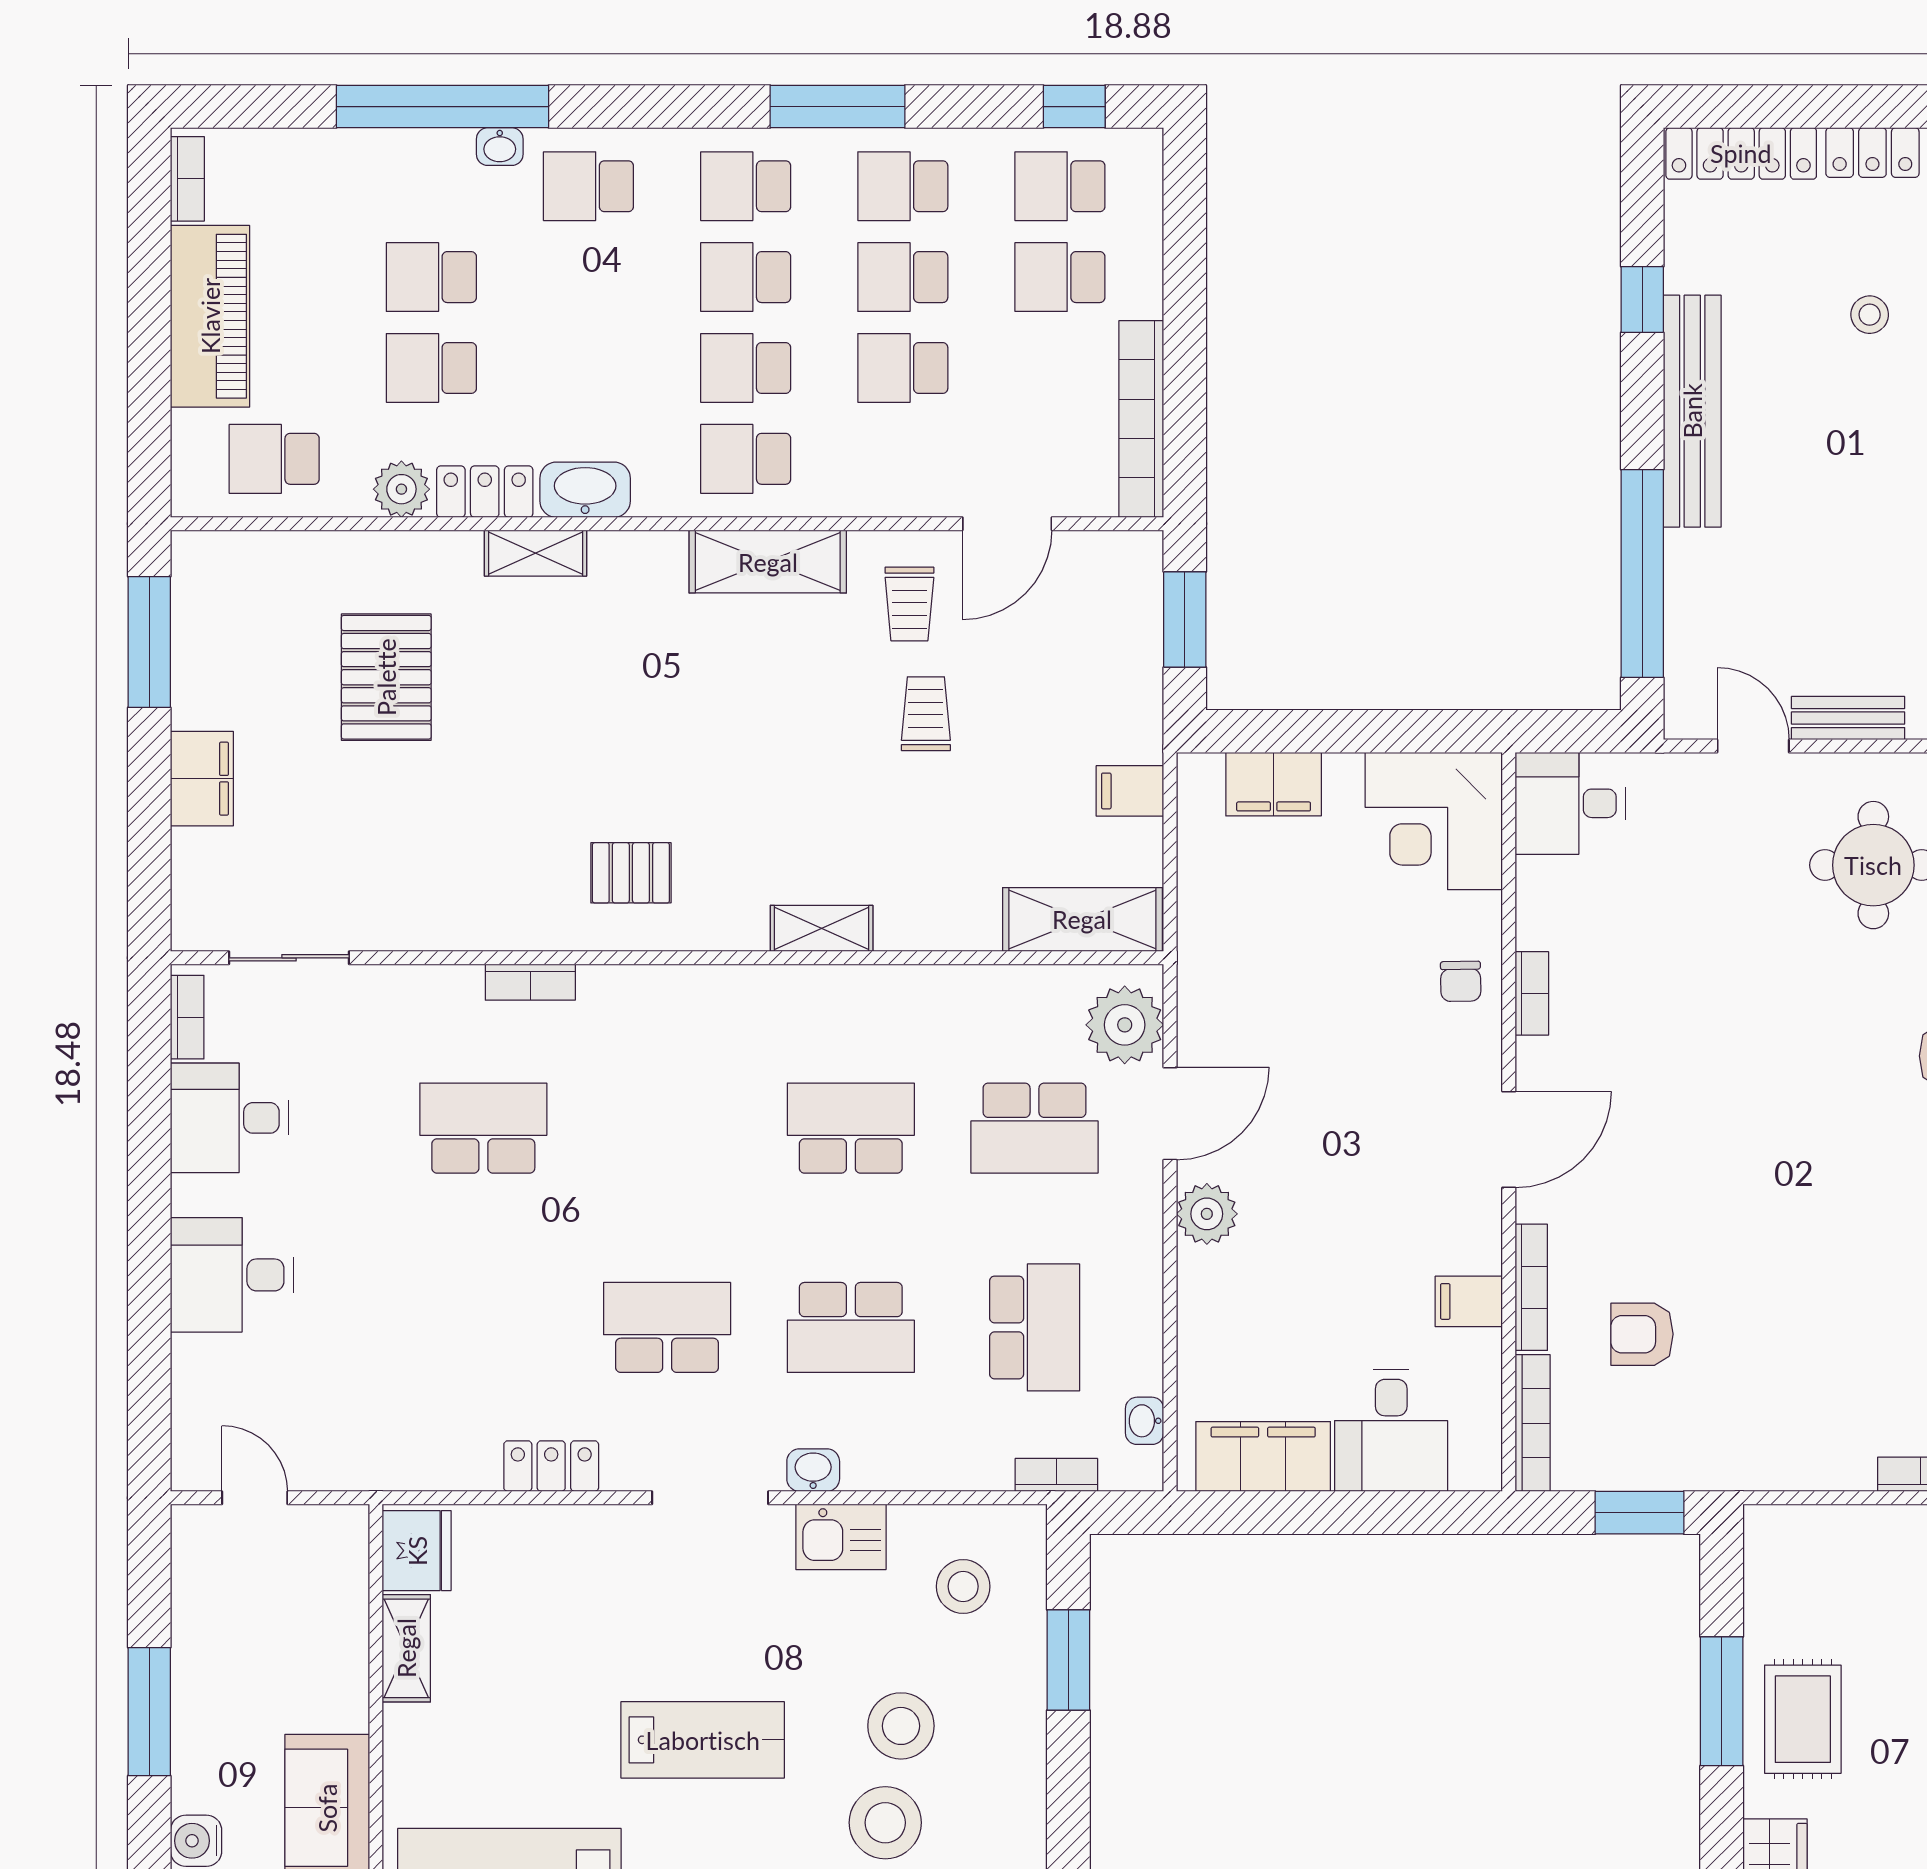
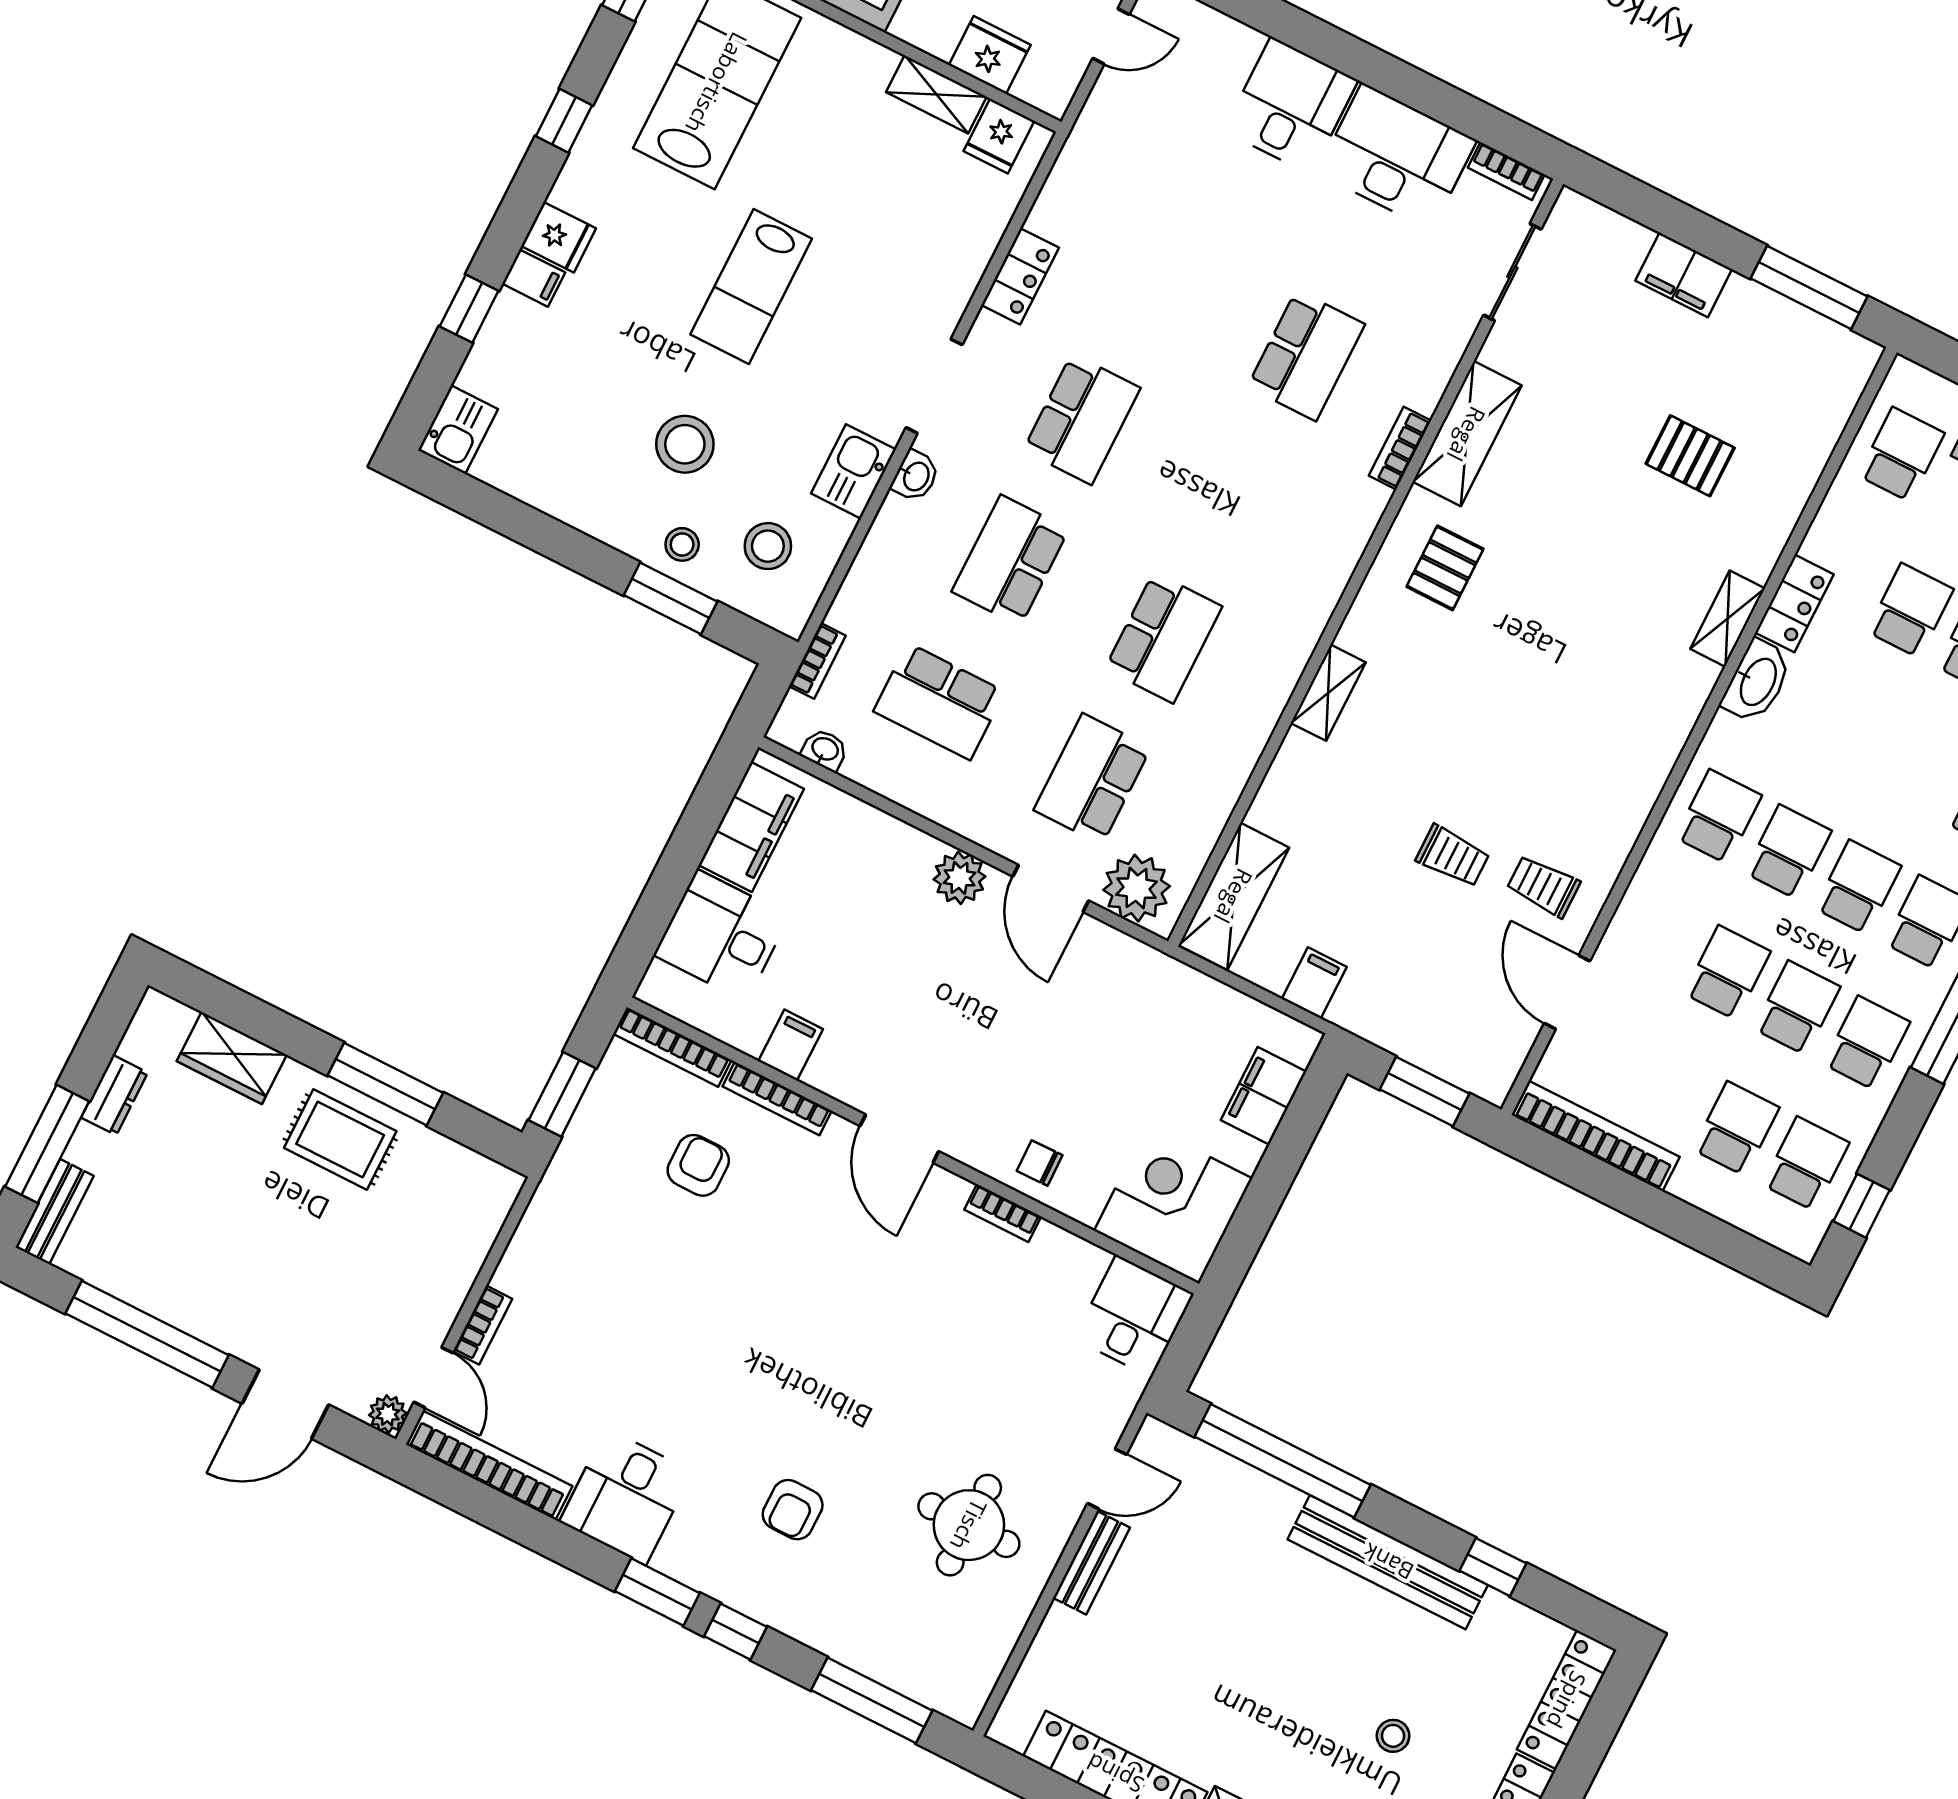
plant: (401, 489) -> (1829, 540), removed
shelving: (768, 562) -> (1467, 434), moved
pallet: (386, 677) -> (1690, 456), width x0.67, depth x0.71
desk: (230, 1118) -> (1397, 157), width x1.37
fridge: (417, 1551) -> (999, 136), width x0.72
fridge: (337, 1614) -> (990, 55), added
stool: (885, 1823) -> (682, 544), moved, width x0.53, depth x0.53

